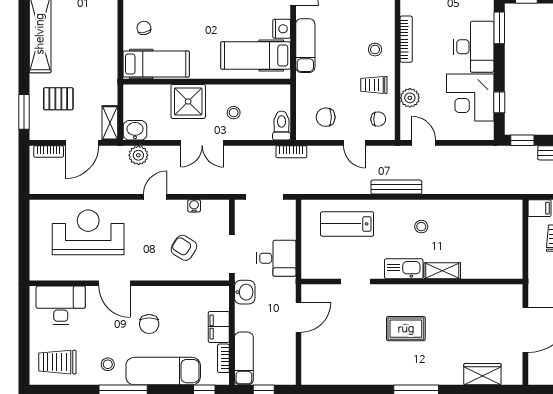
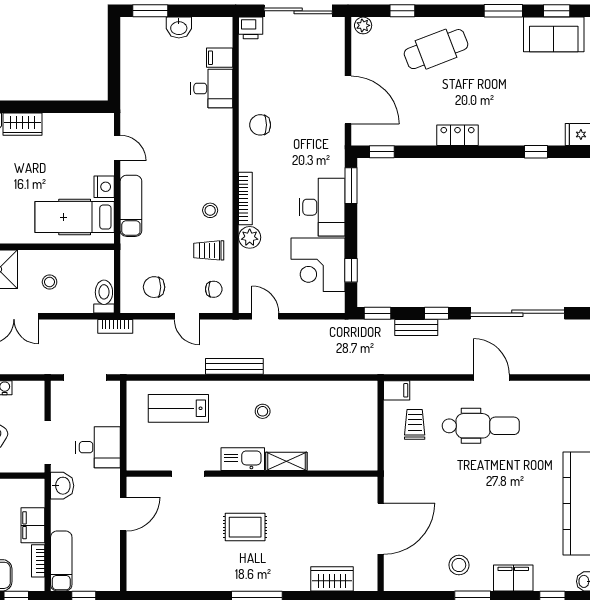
plant: (410, 98) -> (250, 237), moved

